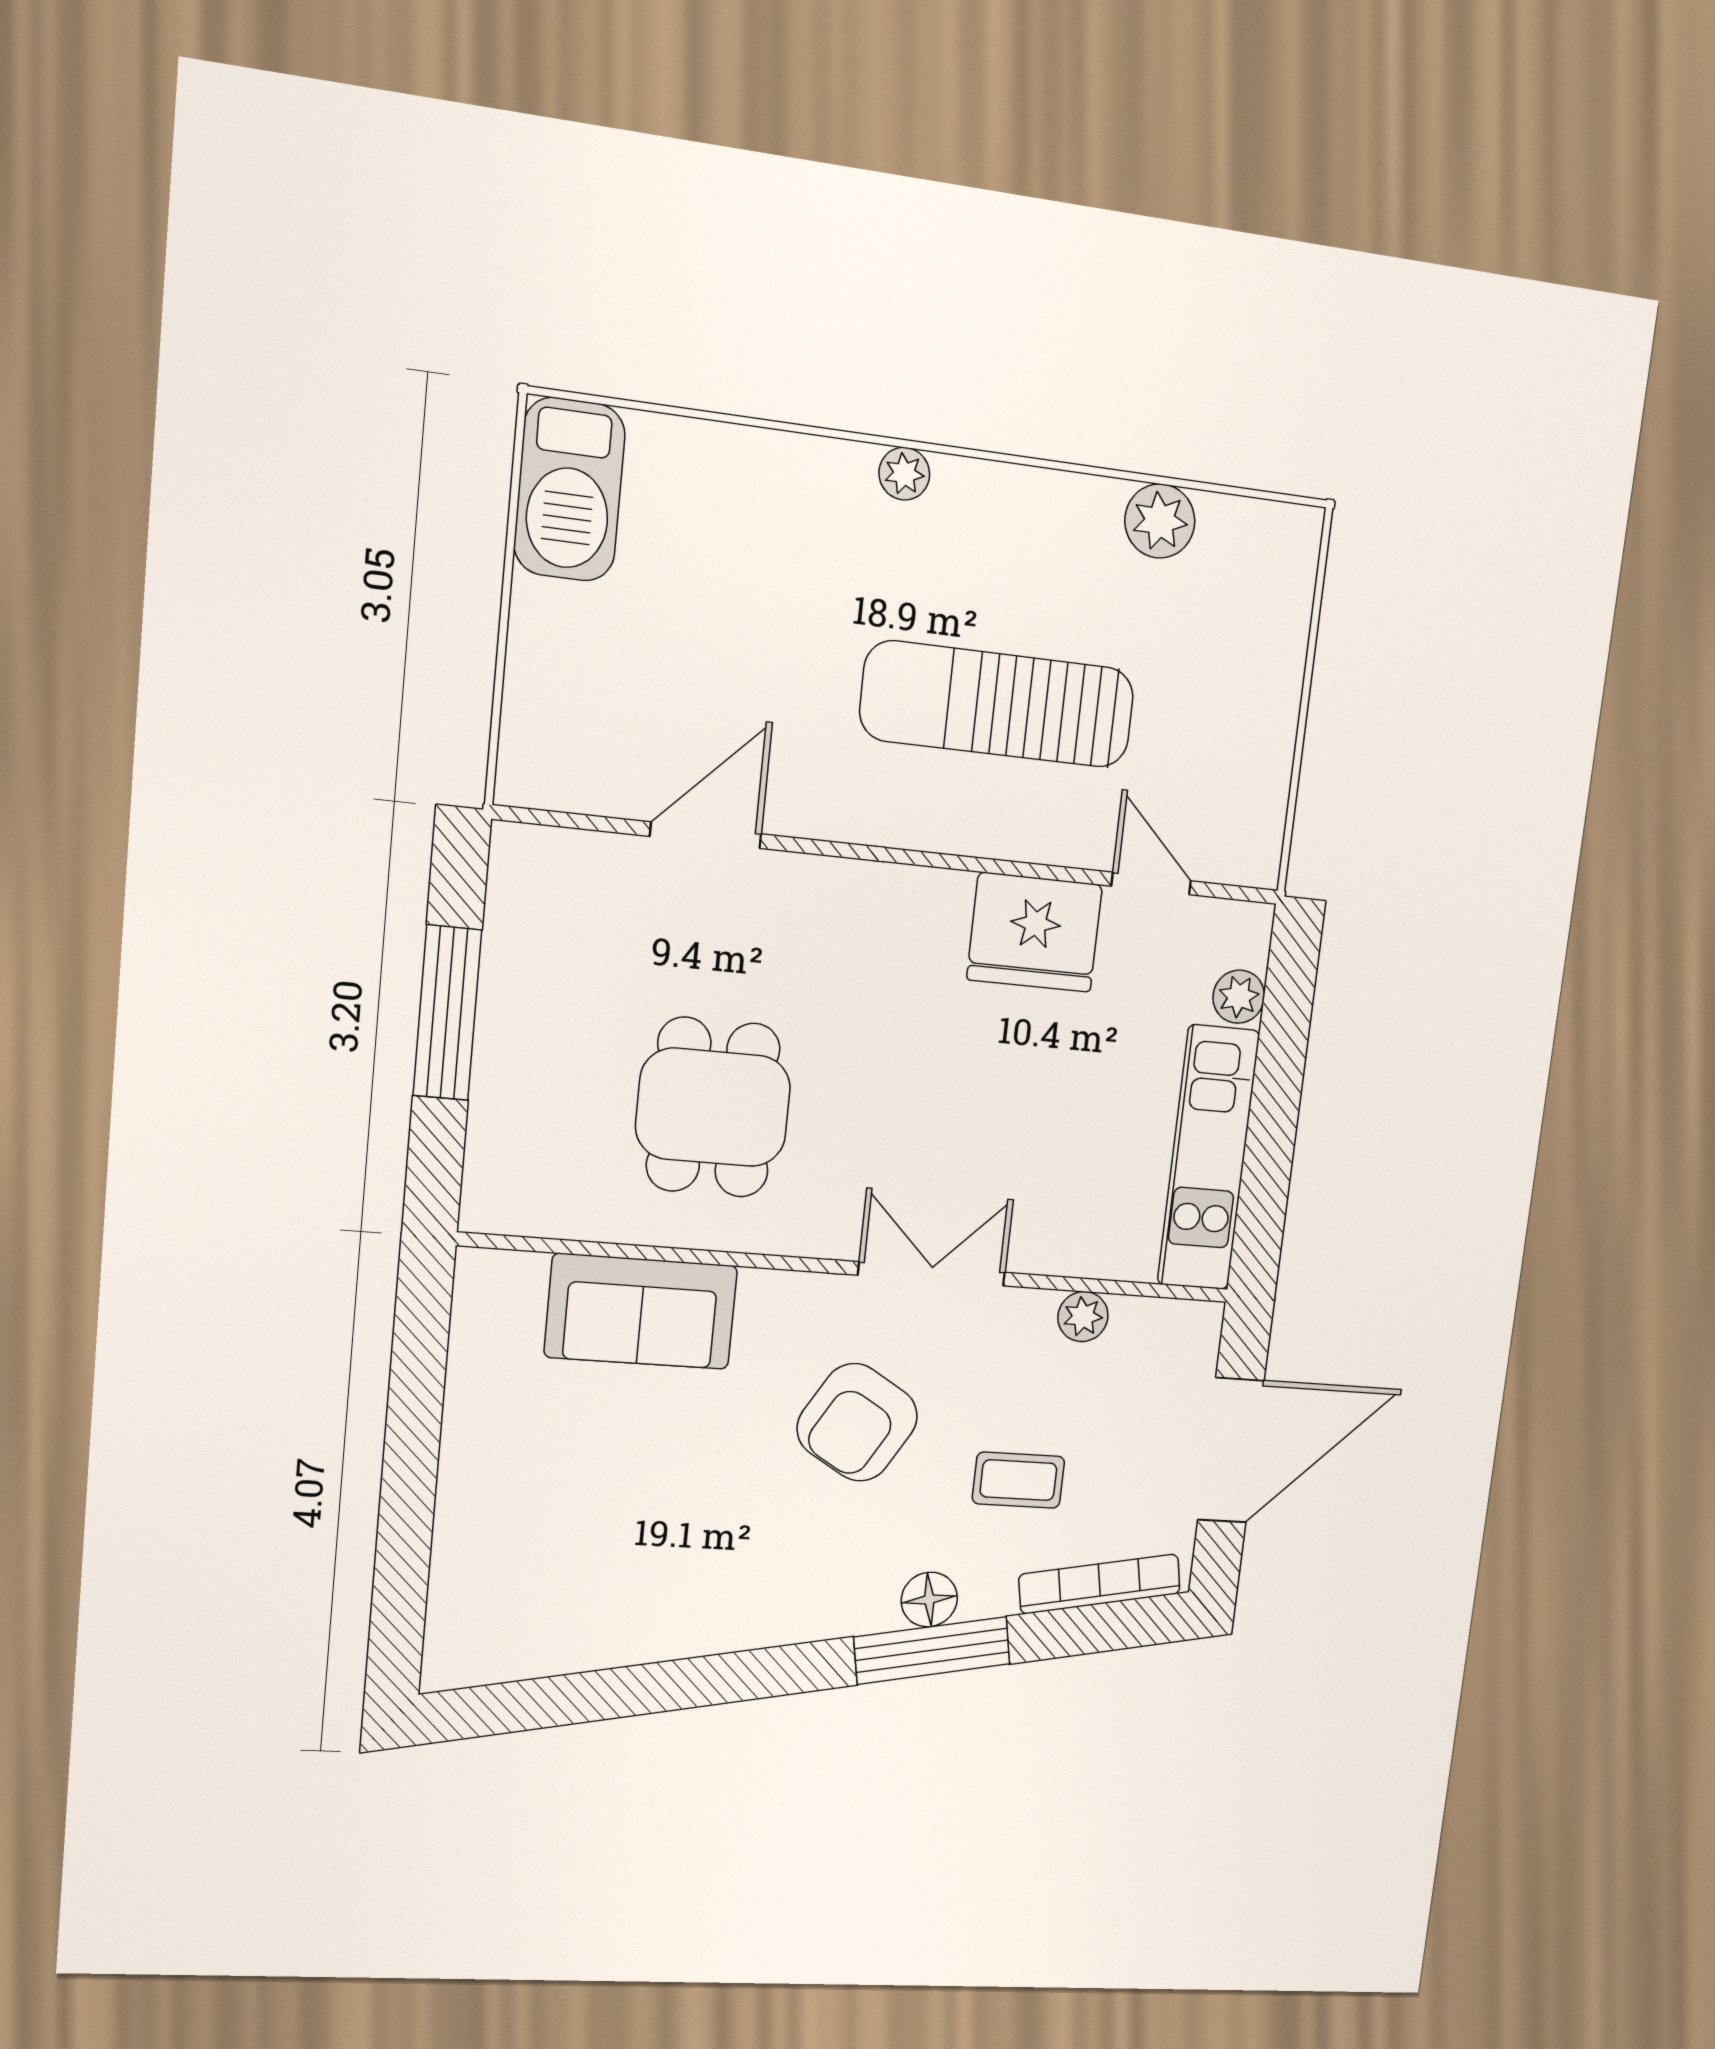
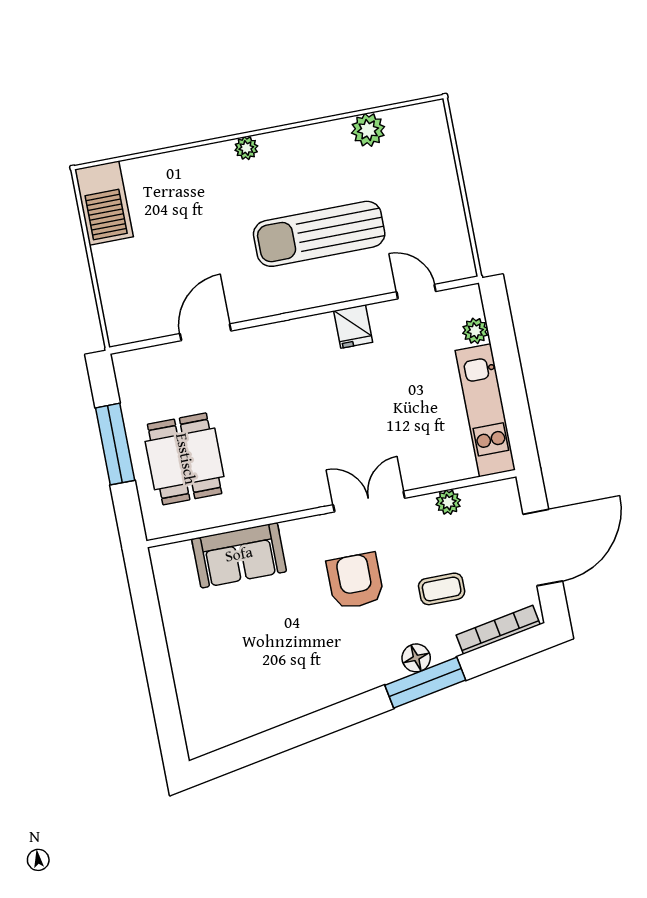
fridge: (1035, 932) -> (353, 327), width x0.53, depth x0.75
dining table: (713, 1107) -> (185, 459), moved
armchair: (857, 1422) -> (355, 581), turned 149

